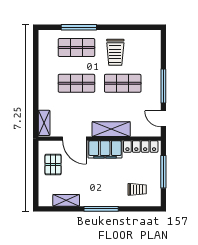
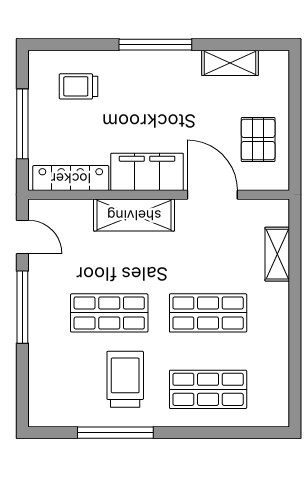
window: (79, 27) -> (115, 433), moved
shelving: (44, 123) -> (277, 254), moved

